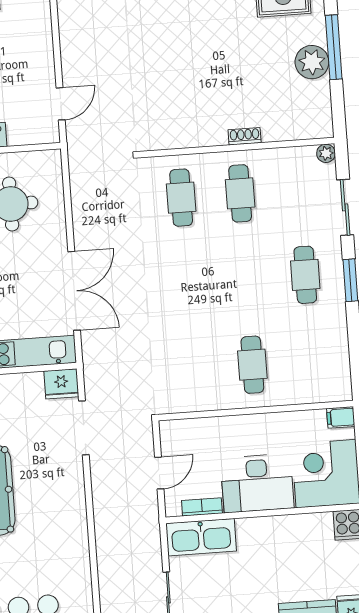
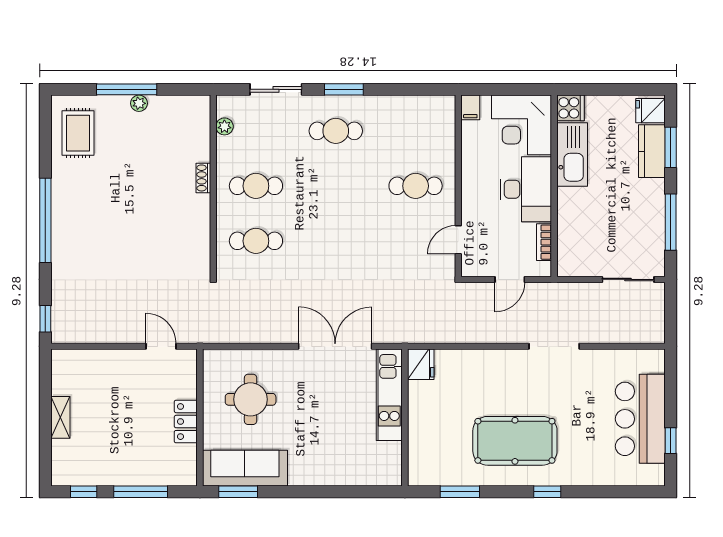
plant: (312, 62) -> (139, 103), width x0.53, depth x0.53
plant: (326, 153) -> (224, 126), moved
door: (198, 415) -> (458, 240), added
doorway: (84, 428) -> (554, 346), moved
door: (159, 473) -> (510, 279), swing flipped
kitchen sink: (201, 537) -> (572, 154), moved

